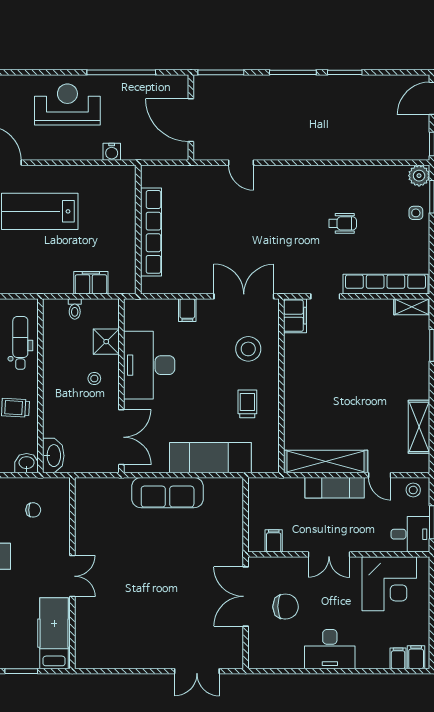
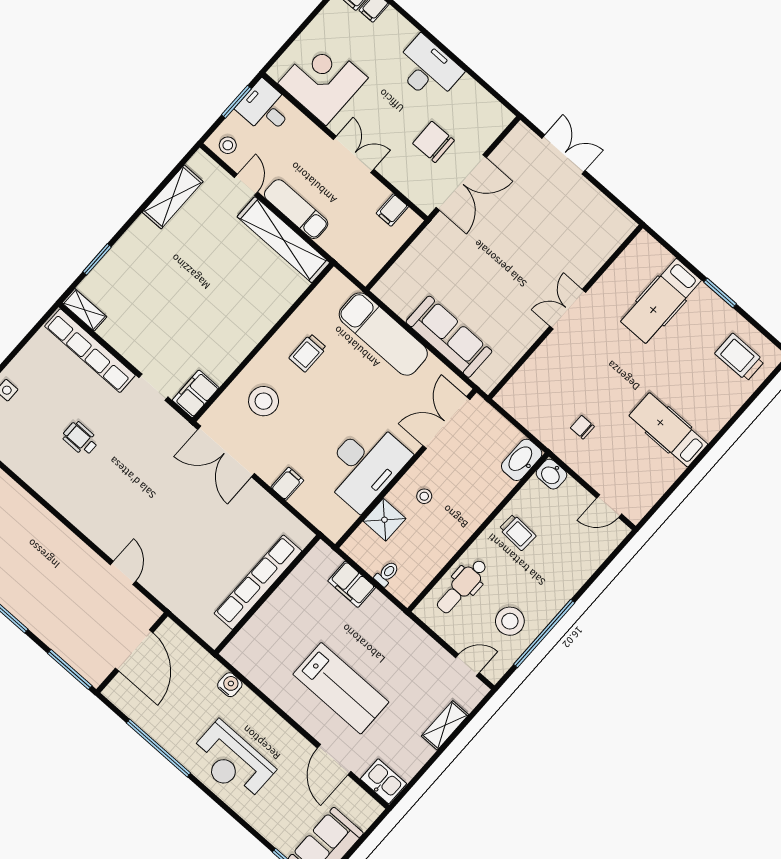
wall: (72, 573) -> (565, 312), moved
double door: (72, 576) -> (568, 309), moved

